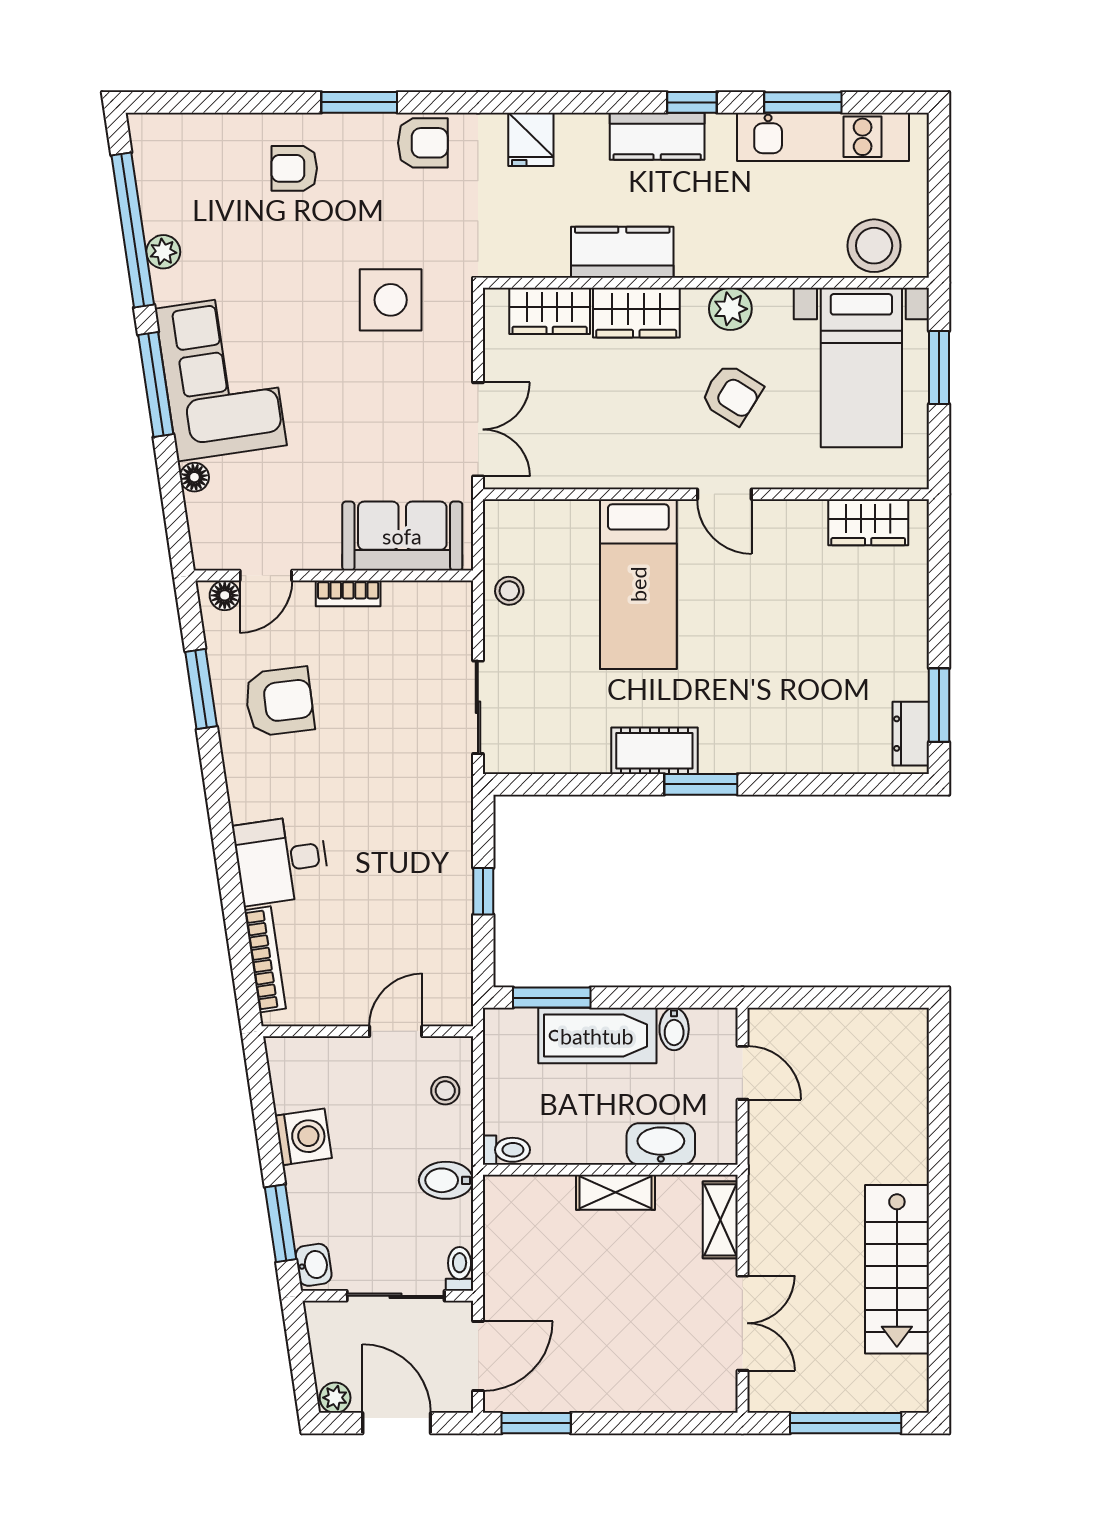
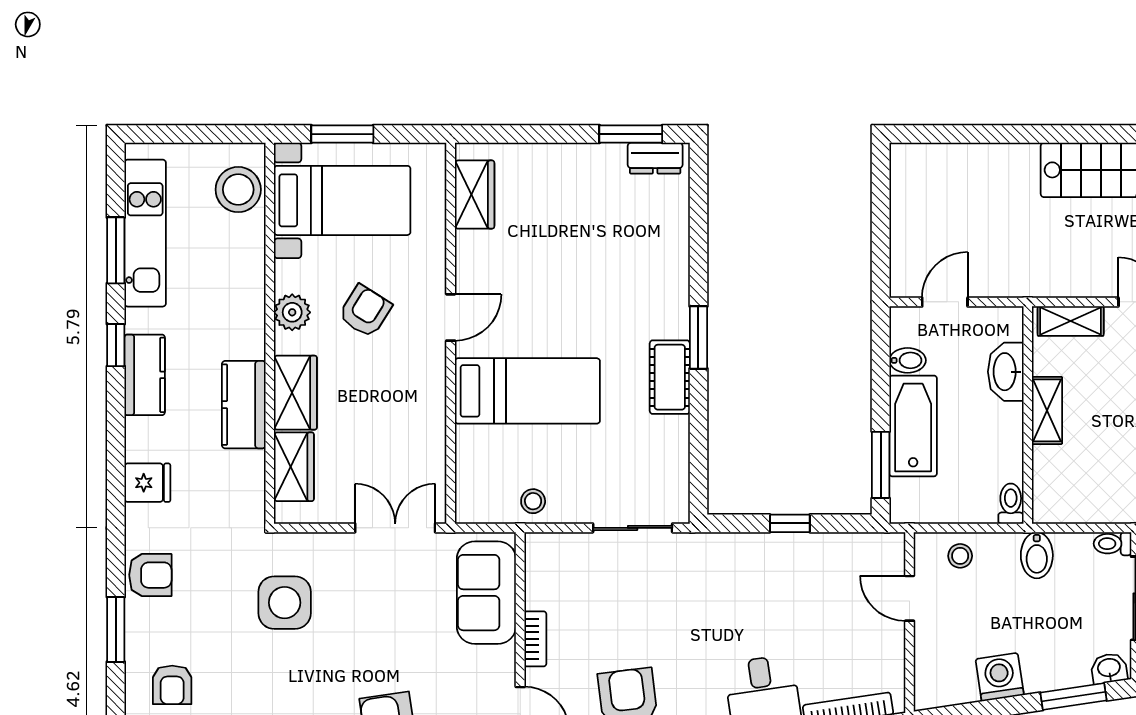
armchair: (423, 143) -> (150, 575), turned 90

